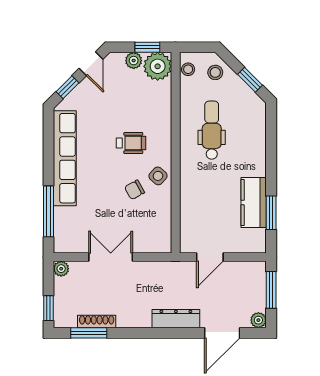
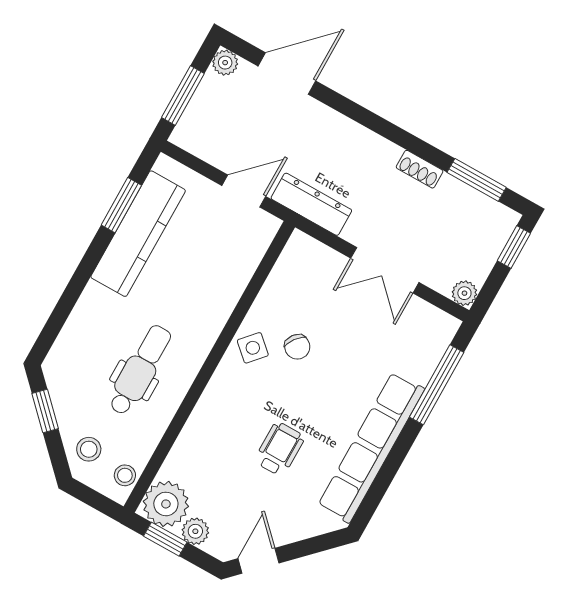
window: (67, 87) -> (311, 546), removed
dental chair: (212, 130) -> (140, 370), turned 180
wheelchair: (131, 143) -> (279, 449), moved, turned 90
chair: (135, 190) -> (297, 347), turned 66
kitchen counter: (254, 203) -> (138, 234), width x1.50
dresser: (176, 319) -> (311, 204), moved, turned 180
shoe rack: (97, 321) -> (420, 169), moved, width x0.70

